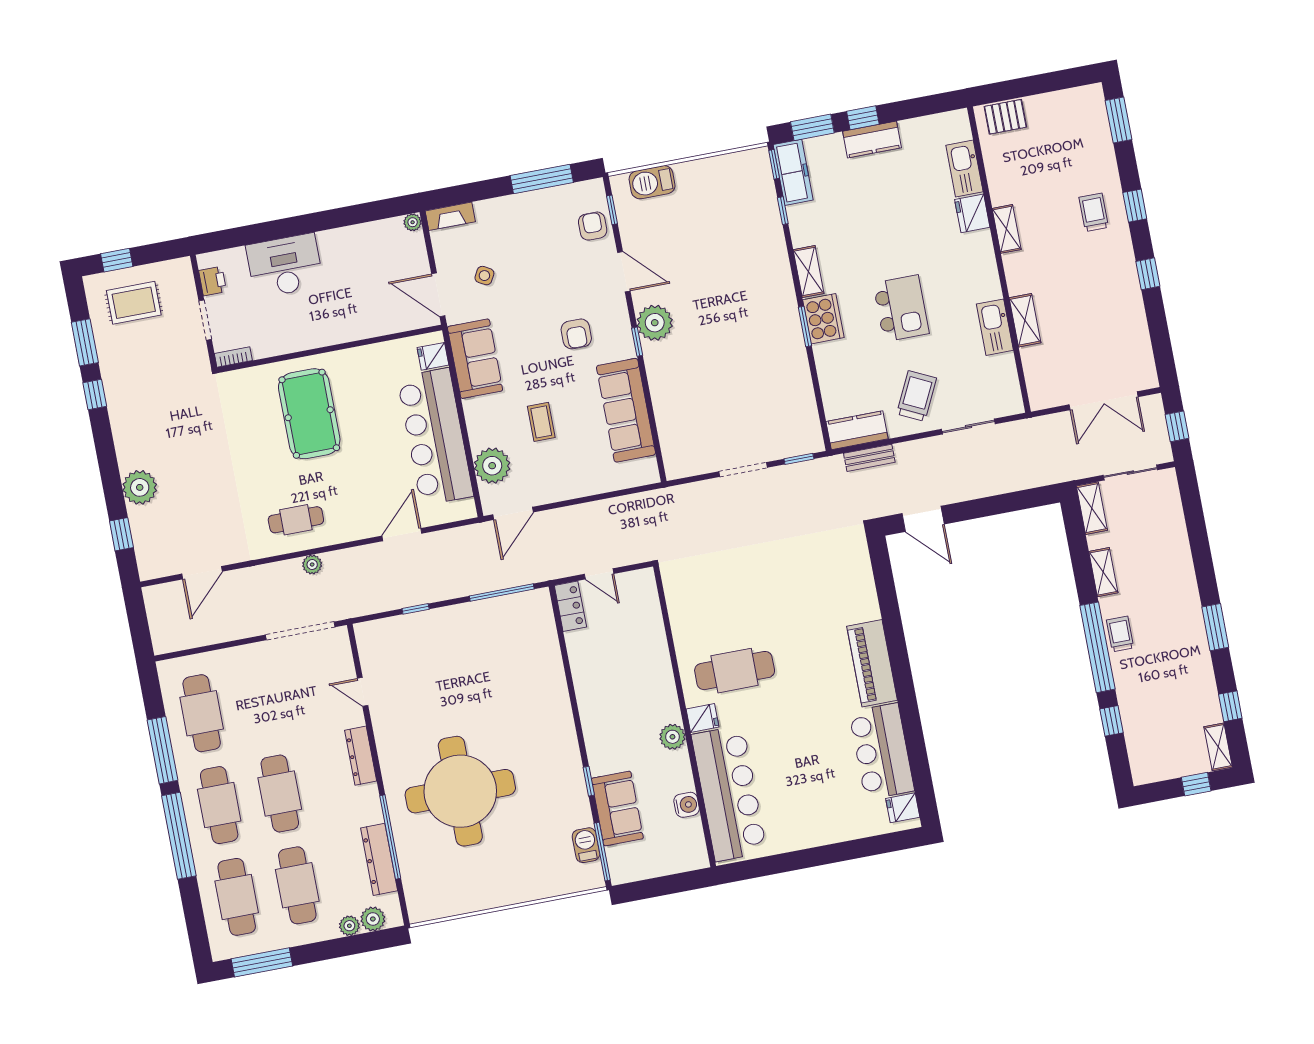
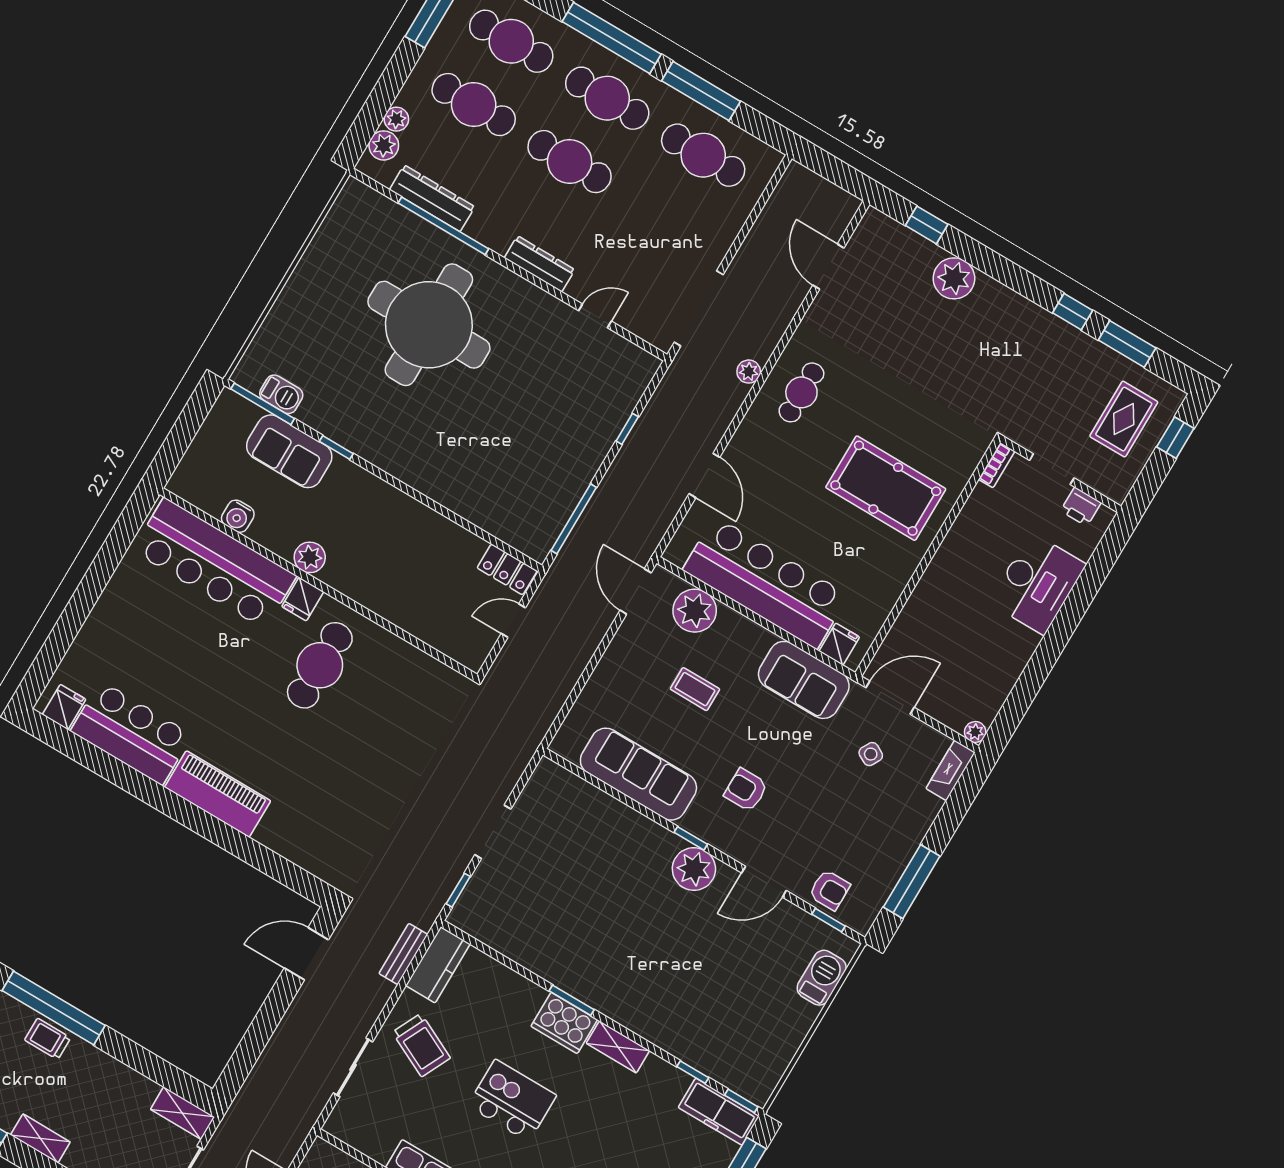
kitchen island: (901, 308) -> (512, 1101), turned 180
shelving: (1103, 572) -> (40, 1138), moved
trolley: (1120, 634) -> (48, 1039), turned 180

